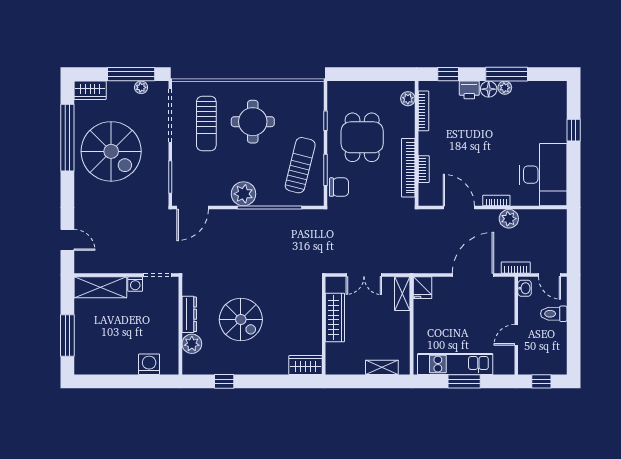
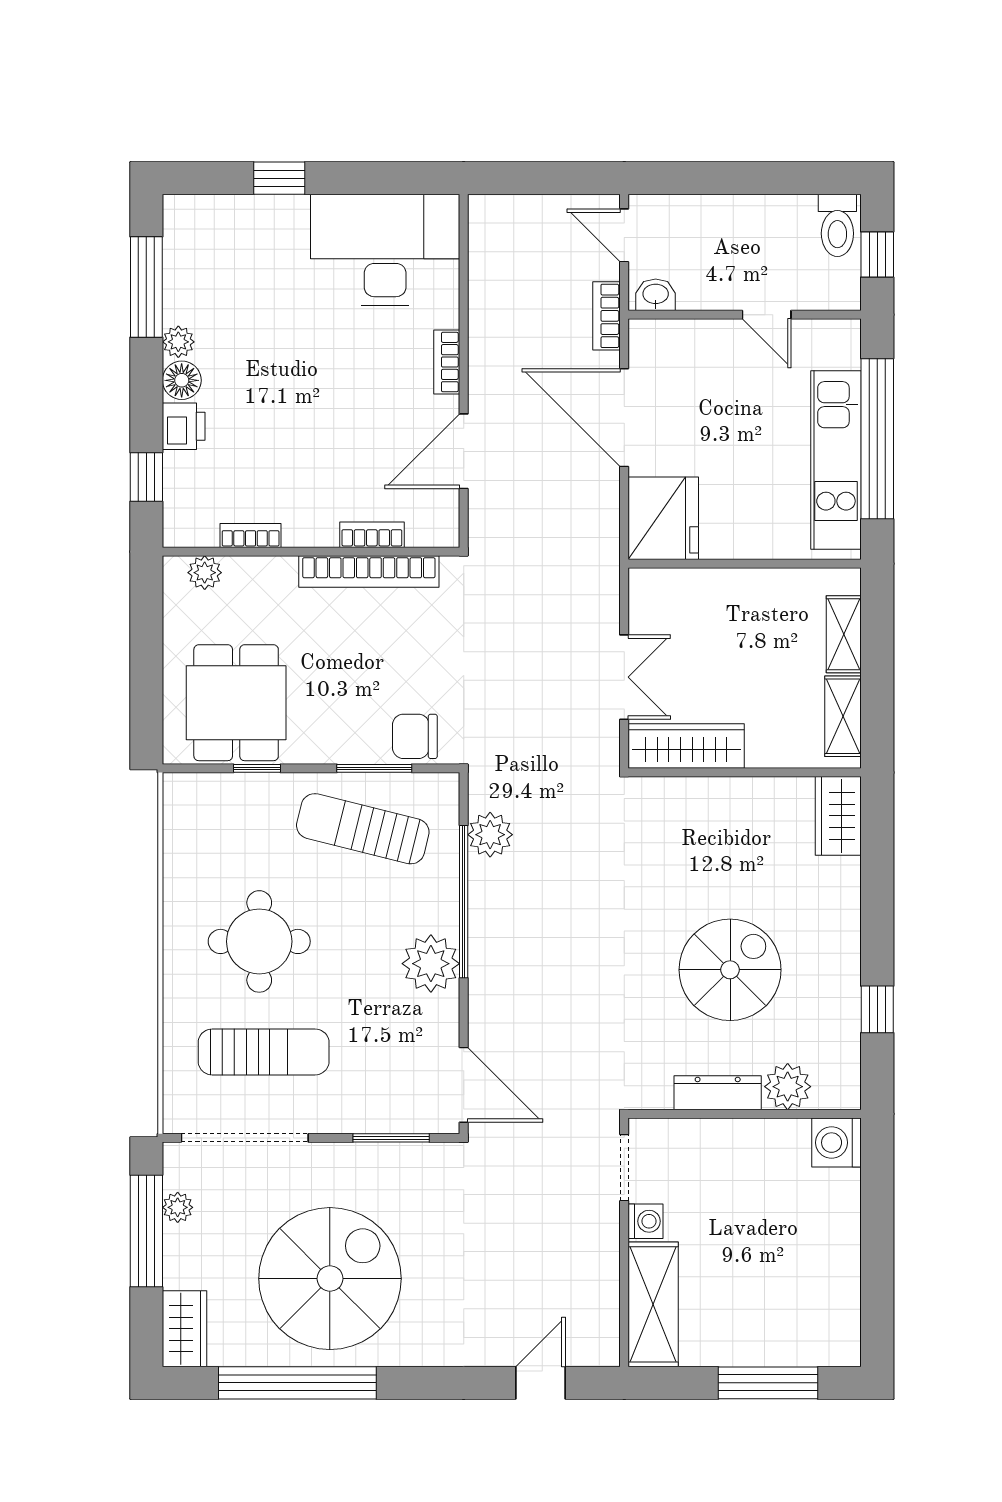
window: (507, 74) -> (146, 287), moved
bookcase: (423, 111) -> (251, 535), width x0.64
dining table: (362, 137) -> (236, 703), moved, turned 90
chair: (339, 187) -> (415, 736), turned -90
plant: (509, 219) -> (490, 835), moved
door: (549, 275) -> (624, 235), swing flipped
fridge: (422, 288) -> (663, 518), width x1.88, depth x1.34
shelving: (402, 294) -> (843, 716), moved, turned 90
toilet: (554, 314) -> (837, 225), moved
wardrobe: (335, 317) -> (686, 746), moved
washing machine: (149, 364) -> (836, 1143), moved
window: (464, 381) -> (877, 439), width x2.11

